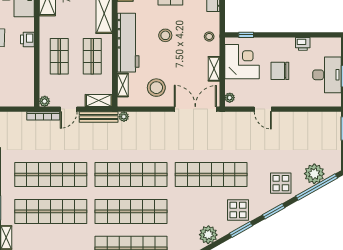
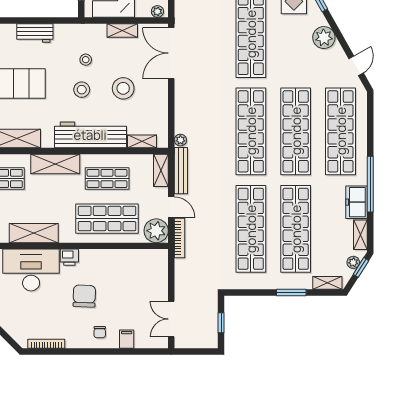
stool: (209, 36) -> (86, 60), moved
printer: (27, 39) -> (69, 257), moved
shop shelf: (59, 56) -> (107, 219), width x1.43, depth x1.36
stool: (156, 88) -> (123, 88), moved
plant: (45, 101) -> (156, 231), width x1.87, depth x1.87

